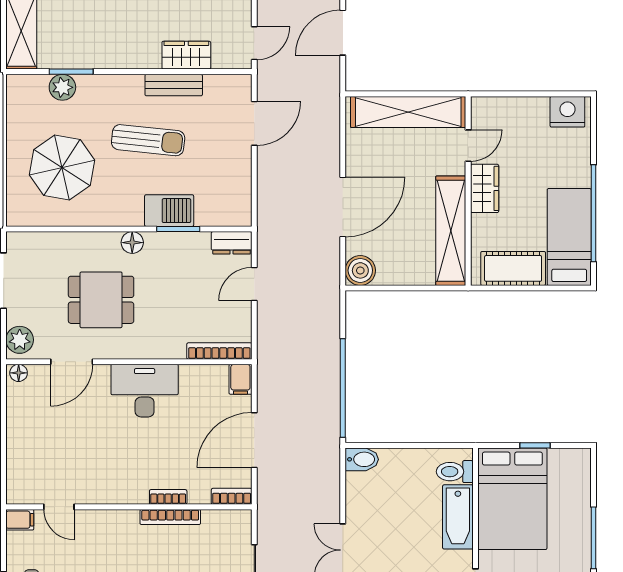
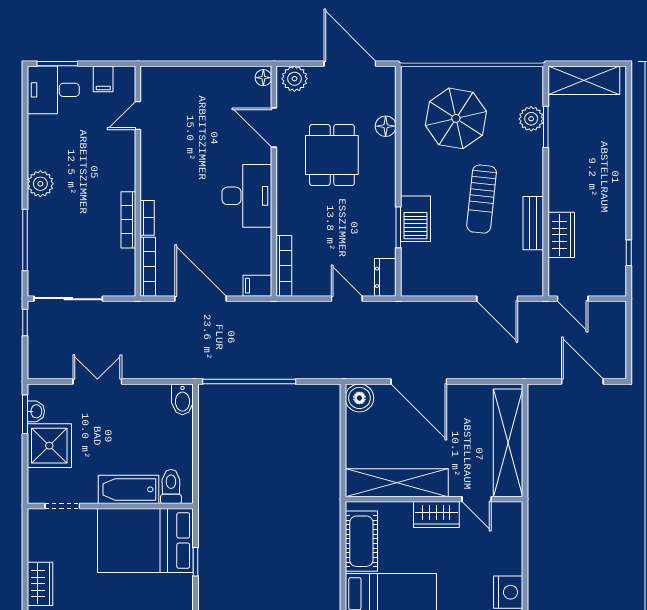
floor lamp: (132, 243) -> (386, 126), moved
bookcase: (232, 496) -> (148, 267), width x1.56
filing cabinet: (20, 520) -> (103, 79), moved

